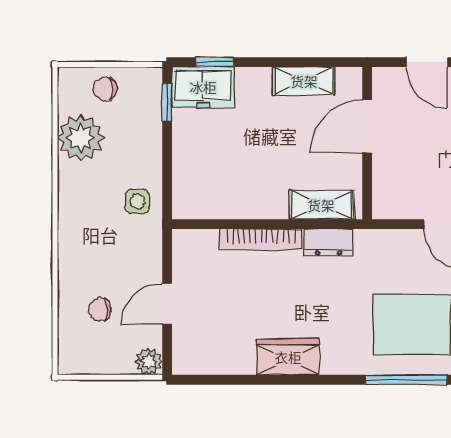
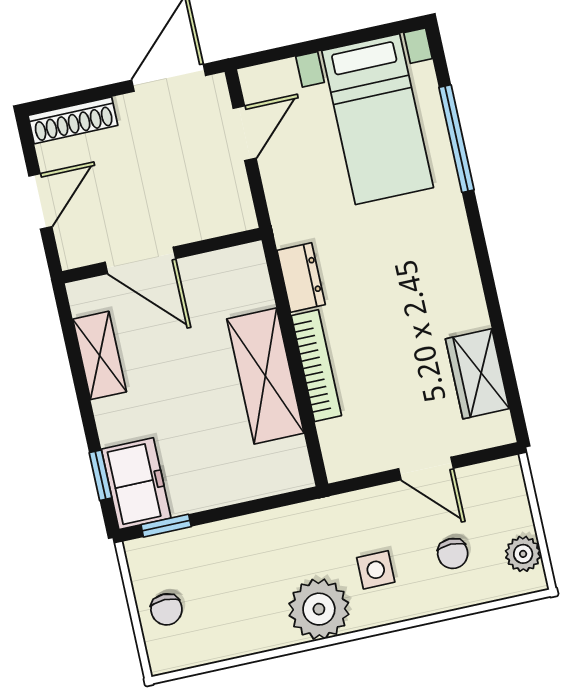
plant: (81, 138) -> (319, 609), moved
side table: (137, 201) -> (376, 570), moved
shelving: (321, 205) -> (265, 376), moved, width x1.50, depth x1.33
wardrobe: (288, 357) -> (477, 374), moved
plant: (149, 361) -> (523, 554), moved

